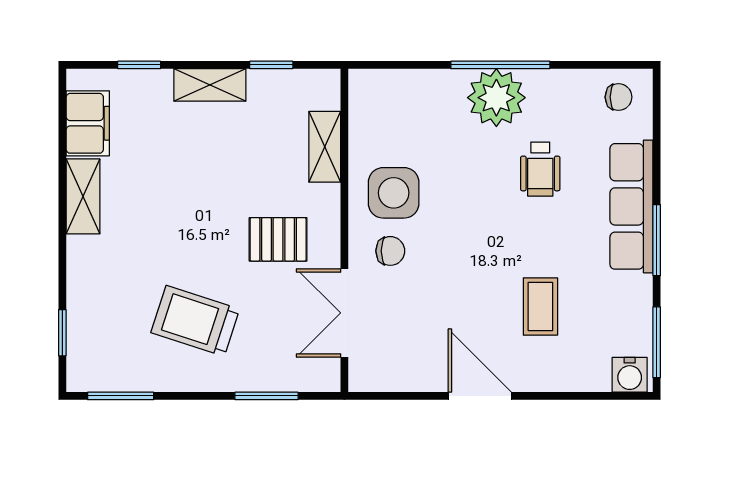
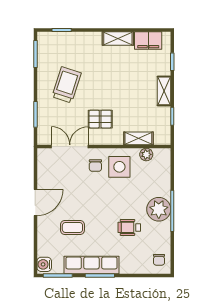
plant: (364, 128) -> (146, 154), added
row of seats: (631, 206) -> (91, 265), moved
pallet: (278, 239) -> (100, 119), turned 90

